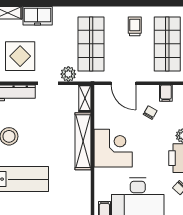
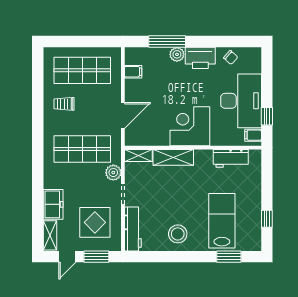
chair: (150, 113) -> (153, 88), removed
shelving: (83, 141) -> (173, 157), width x0.68
workbench: (82, 188) -> (231, 158), added

